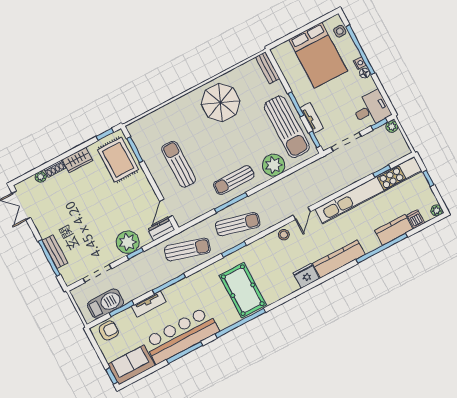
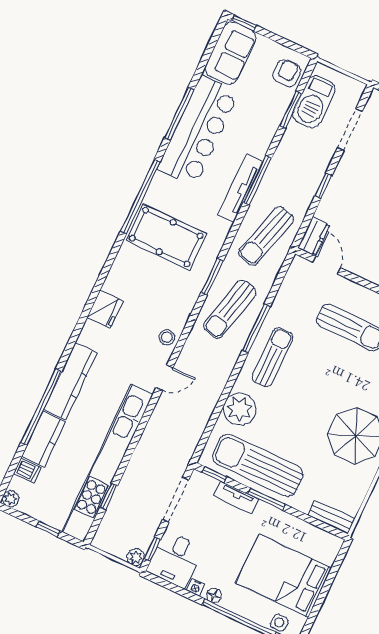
nightstand: (360, 63) -> (196, 587), moved
door: (302, 213) -> (165, 378), swing flipped
plant: (128, 242) -> (342, 192), removed
kitchen counter: (339, 259) -> (70, 381), moved
tv unit: (149, 304) -> (240, 188), moved, width x1.41
armchair: (109, 331) -> (287, 73), turned 180

